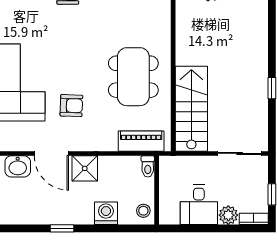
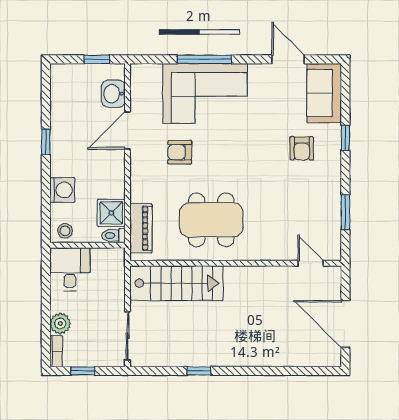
armchair: (71, 106) -> (180, 152), turned 88
shower: (85, 168) -> (111, 213), moved
desk: (199, 205) -> (70, 269), moved, turned 90

